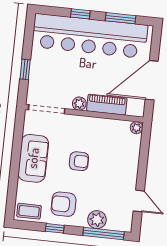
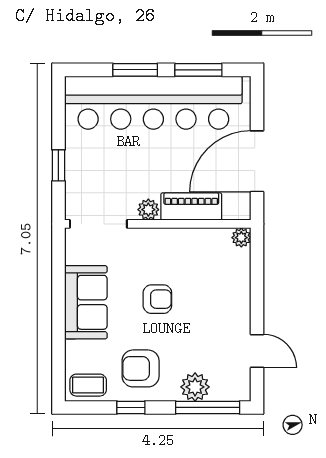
window: (80, 14) -> (135, 70), width x1.50

